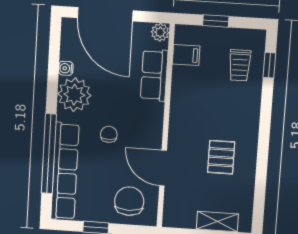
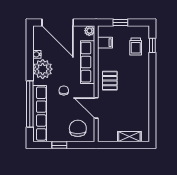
row of seats: (154, 75) -> (88, 62), width x1.48
pallet: (221, 157) -> (110, 81), moved

